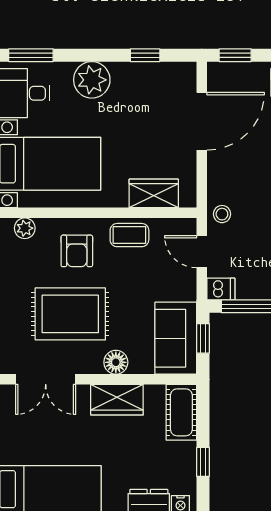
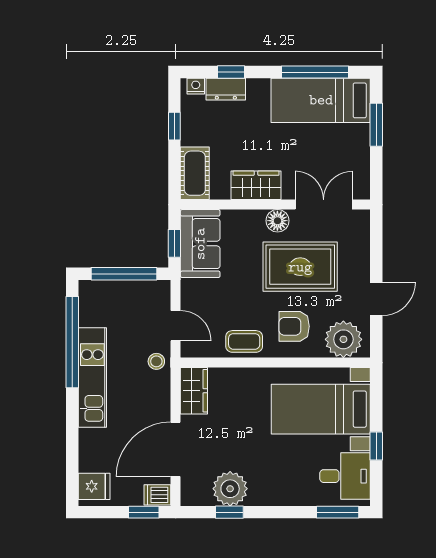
plant: (92, 80) -> (230, 489), moved
wardrobe: (154, 193) -> (194, 391), moved, turned -90
plant: (25, 228) -> (343, 339), width x1.88, depth x1.88
armchair: (77, 251) -> (294, 326), turned -90
dishwasher: (221, 289) -> (157, 495), moved
floor lamp: (116, 362) -> (277, 221), moved

